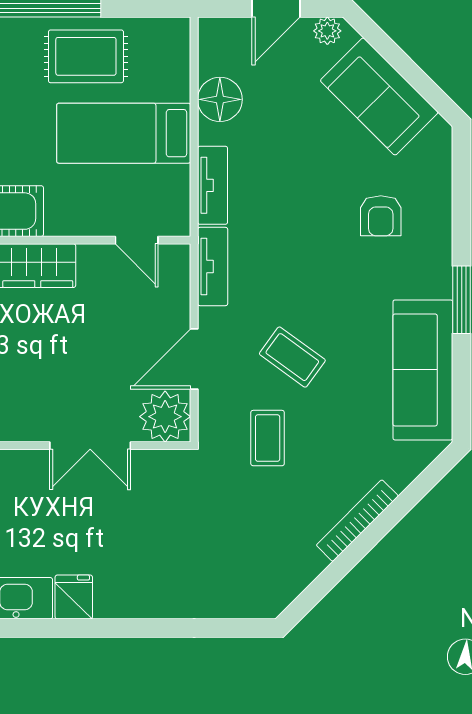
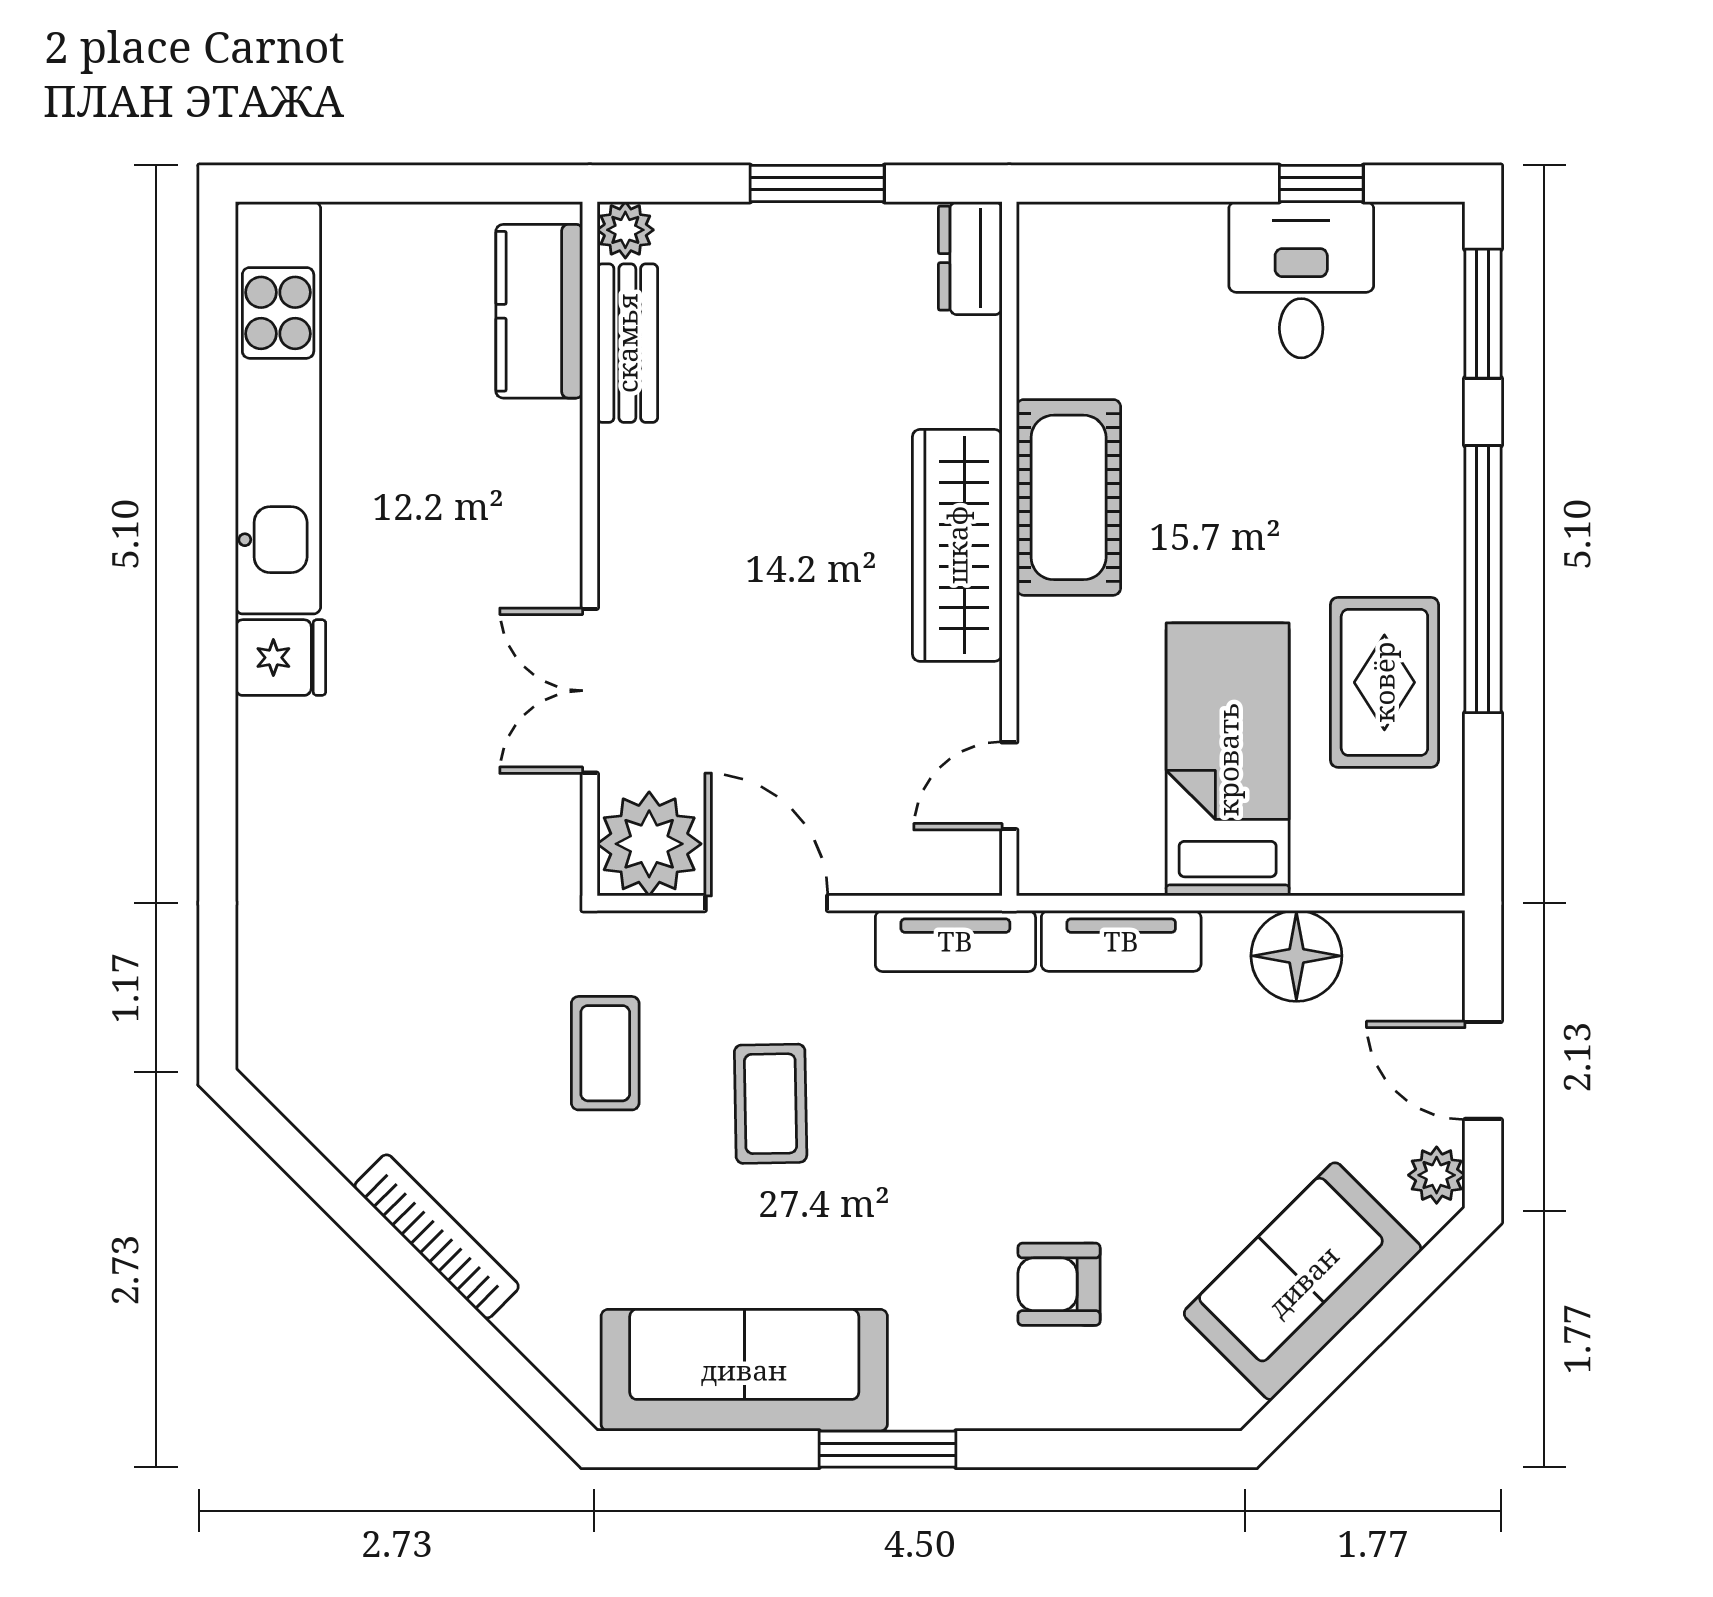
coffee table: (292, 357) -> (771, 1104), turned -37
coffee table: (268, 438) -> (605, 1053), turned 90

